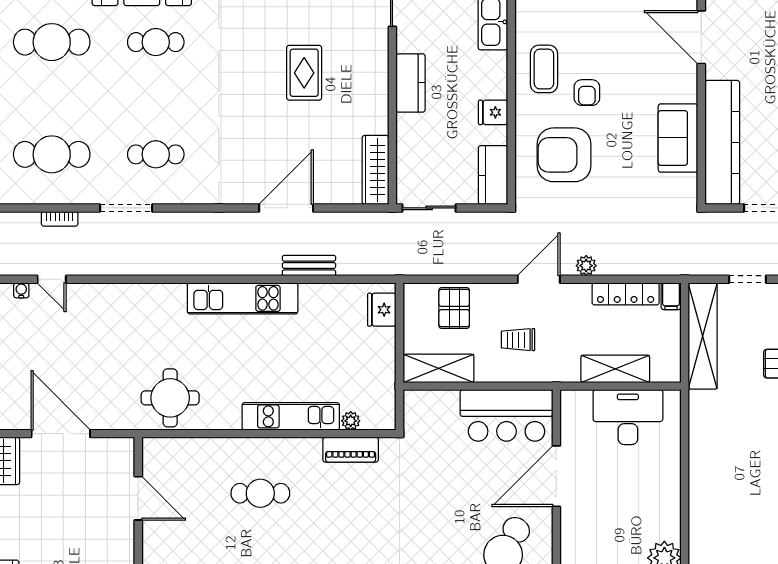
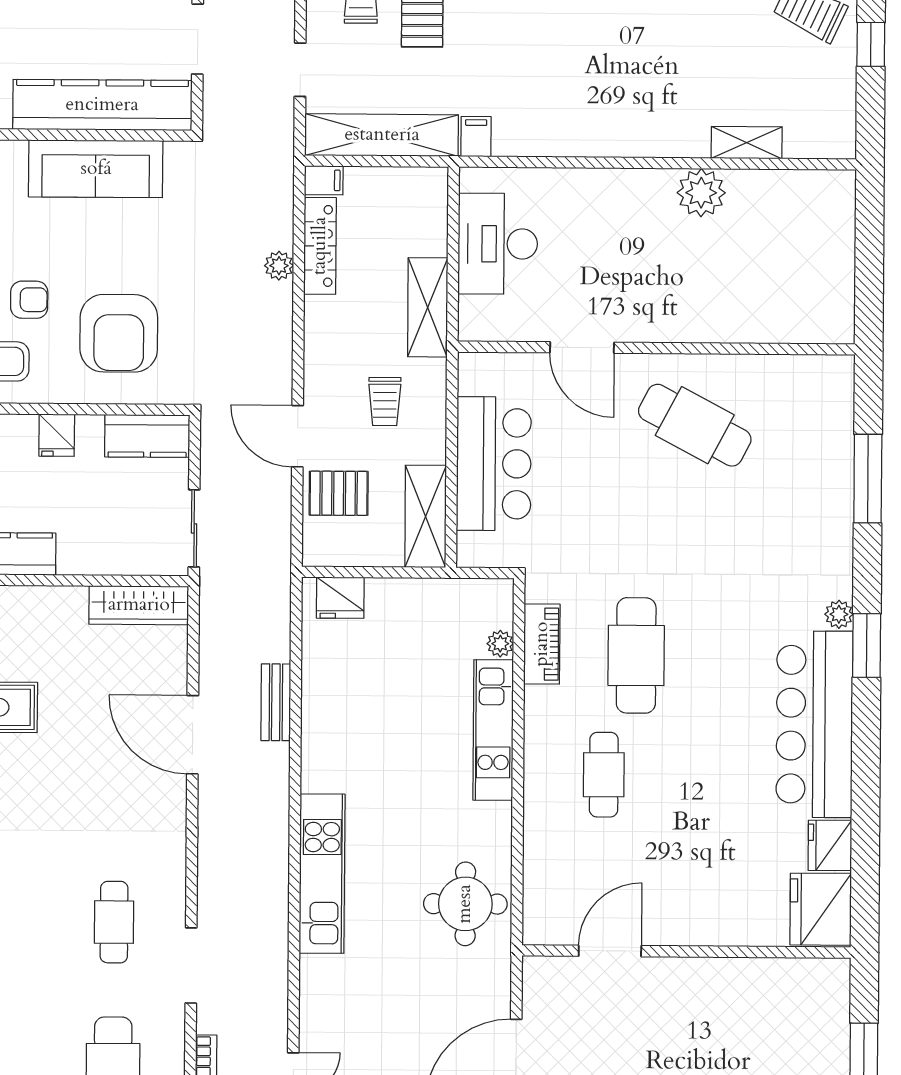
sofa: (678, 138) -> (96, 169), width x1.36
plant: (586, 266) -> (279, 266), moved
door: (539, 279) -> (298, 436), moved
kitchen unit: (243, 298) -> (322, 874), moved
shelving: (615, 369) -> (428, 307), moved
filing cabinet: (702, 402) -> (476, 137), added
bar counter: (506, 415) -> (494, 464), moved
door: (556, 476) -> (582, 348), width x0.73
cafe table: (343, 515) -> (636, 655), added

